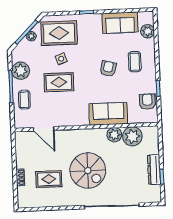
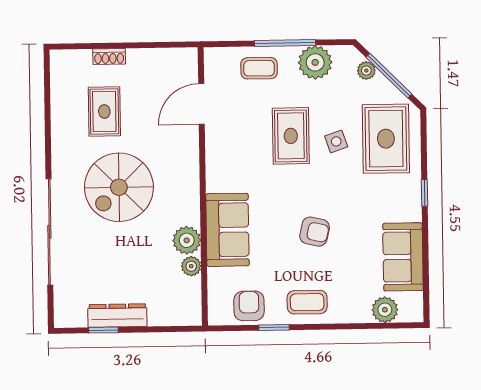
plant: (31, 36) -> (366, 71), moved
coffee table: (135, 62) -> (307, 302), moved
armchair: (147, 102) -> (249, 306), turned -90
plant: (132, 136) -> (191, 266), width x0.53, depth x0.53

